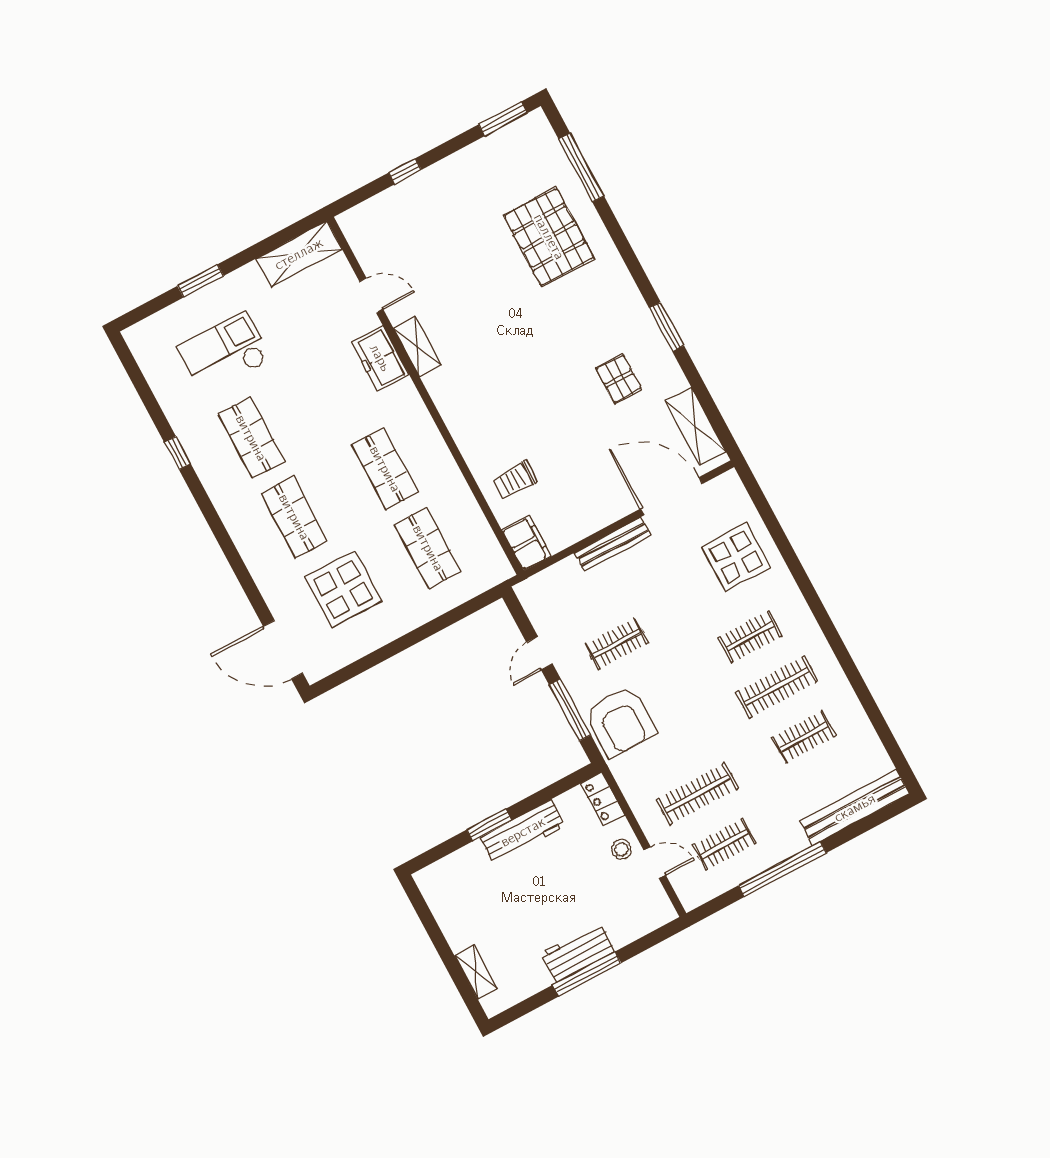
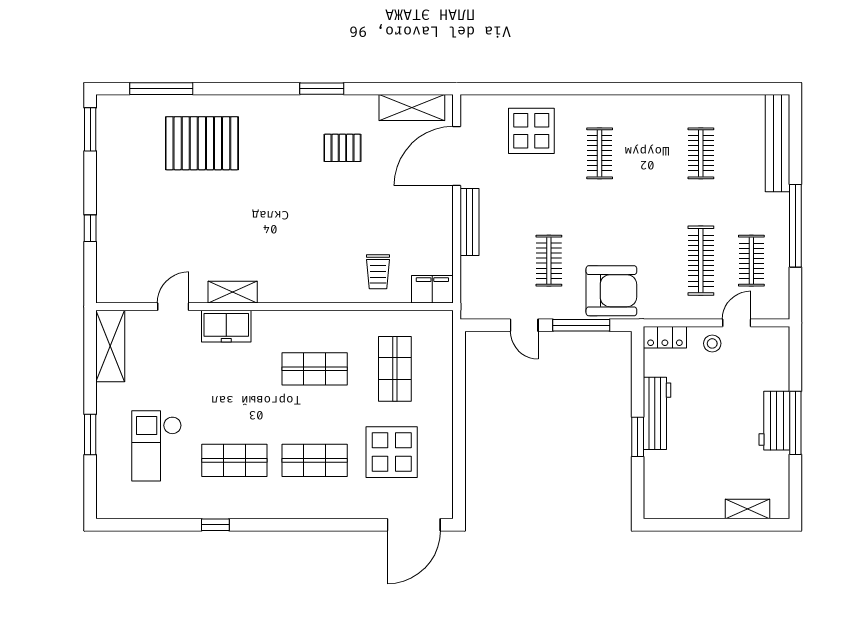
shop shelf: (428, 548) -> (395, 369), turned 90
clothes rail: (777, 687) -> (650, 153), removed

